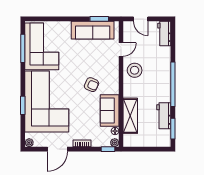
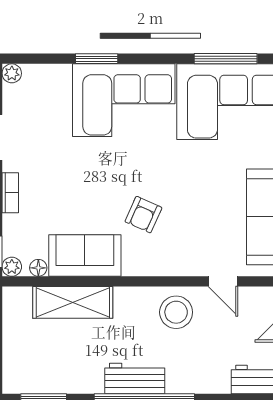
corner sofa: (47, 101) -> (124, 100), width x0.73, depth x0.74
workbench: (164, 116) -> (135, 379), moved

